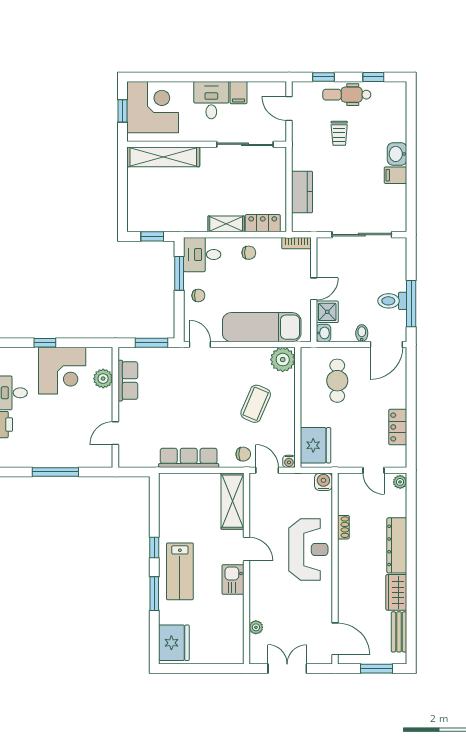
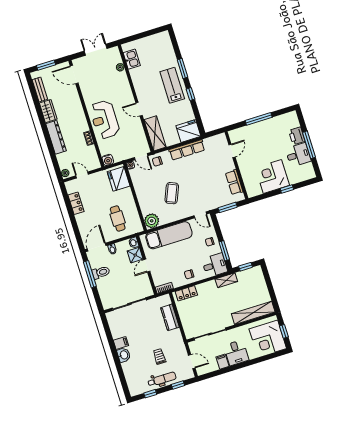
shelving: (226, 224) -> (226, 280), moved
plant: (103, 379) -> (248, 179), removed
coffee table: (256, 404) -> (172, 193), moved
kitchen sink: (233, 579) -> (132, 59), moved
fridge: (174, 643) -> (188, 131), moved, turned 90
double door: (287, 669) -> (96, 50), swing flipped

